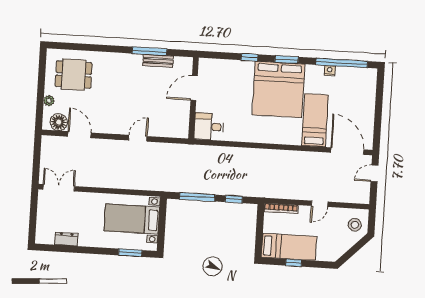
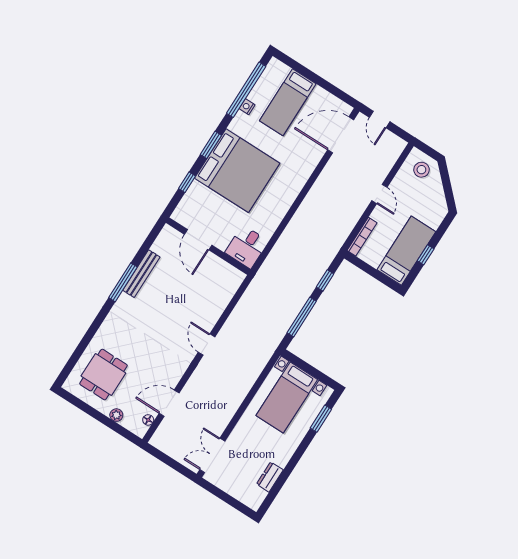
bench: (158, 61) -> (141, 274), width x1.36
door: (194, 88) -> (198, 240), moved
wall: (193, 98) -> (208, 246), moved
bed: (315, 120) -> (288, 102), moved, turned -90
floor lamp: (59, 122) -> (148, 420), width x0.53, depth x0.53
desk: (209, 127) -> (247, 247), moved

